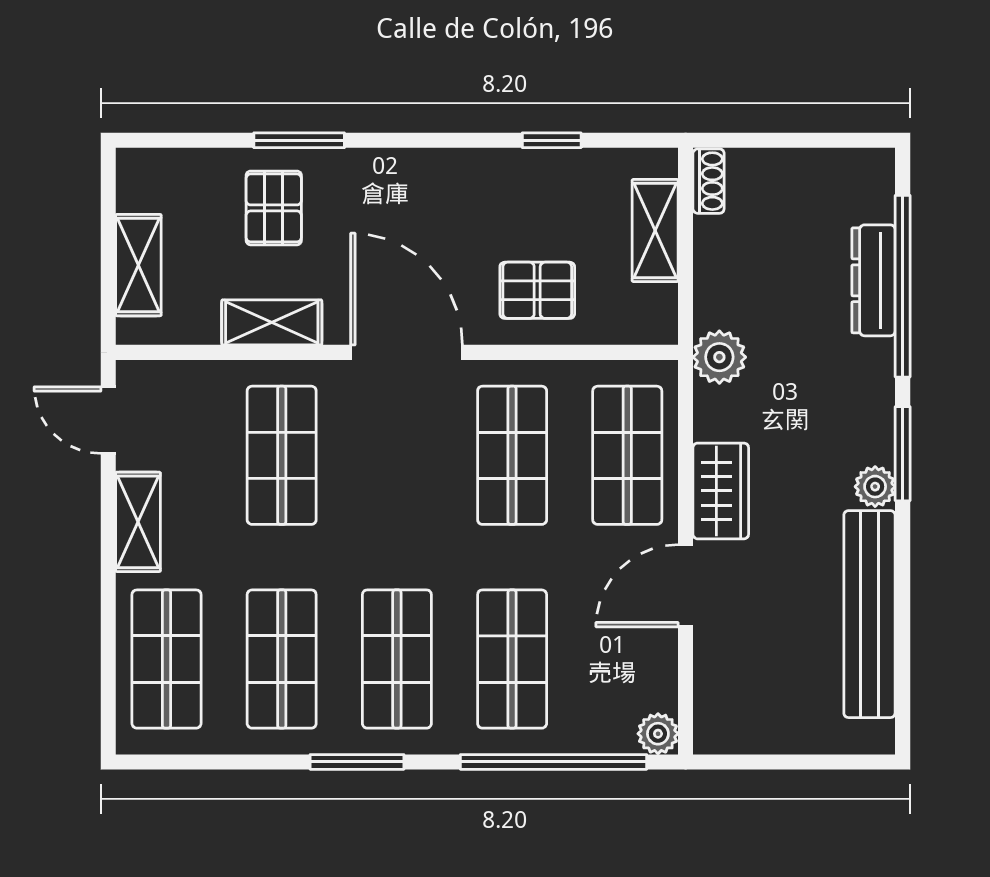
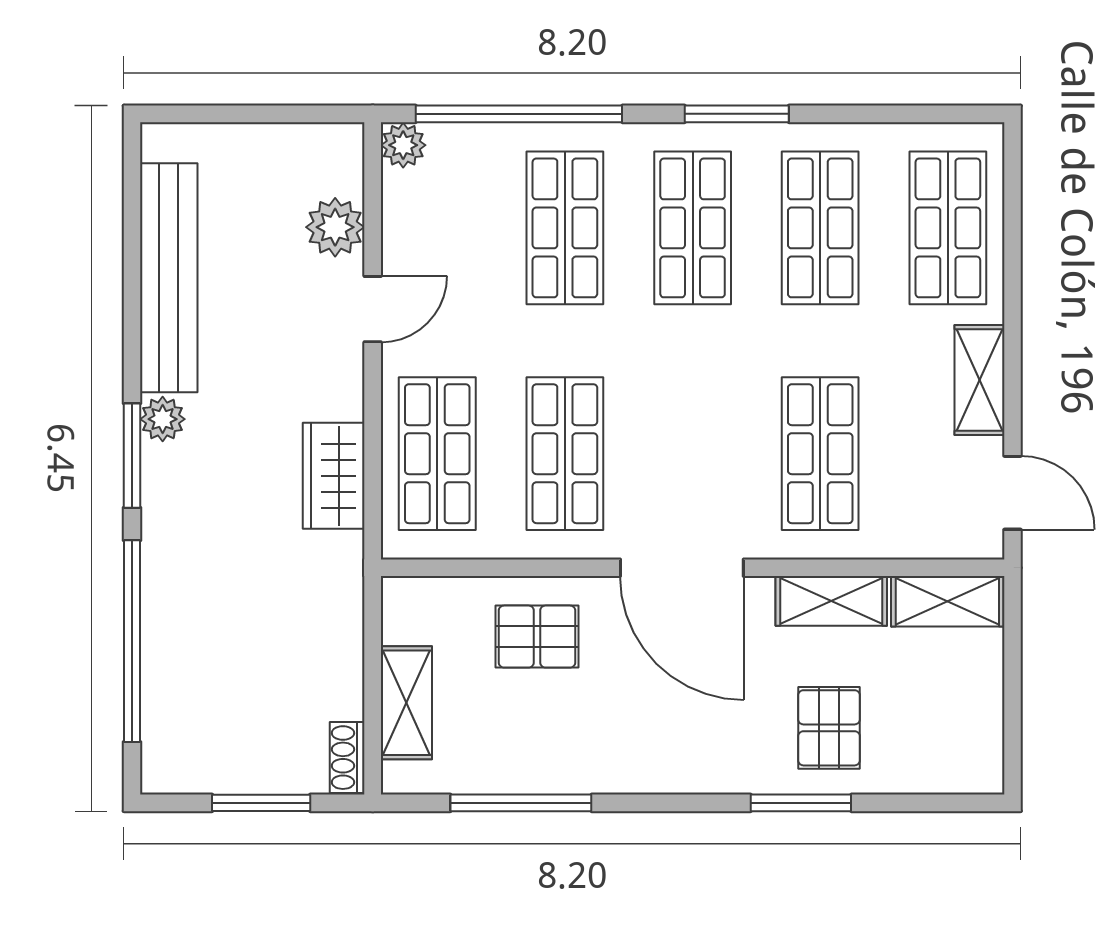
window: (552, 140) -> (521, 803), width x2.17
window: (786, 140) -> (261, 803), added
shelving: (138, 265) -> (947, 601), moved, turned 90
dresser: (874, 280) -> (164, 648), removed
plant: (719, 357) -> (335, 227), moved
wardrobe: (721, 491) -> (334, 476), moved
door: (686, 586) -> (373, 309), width x0.73

